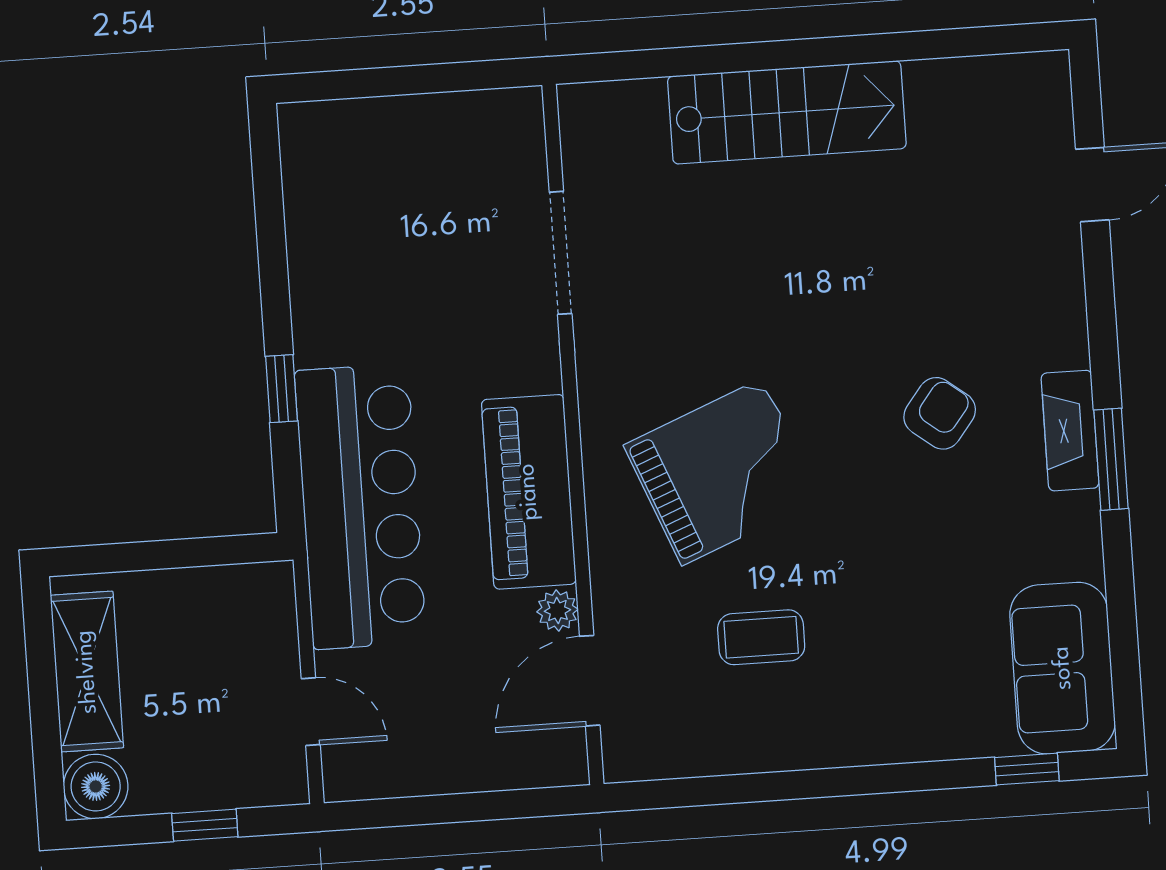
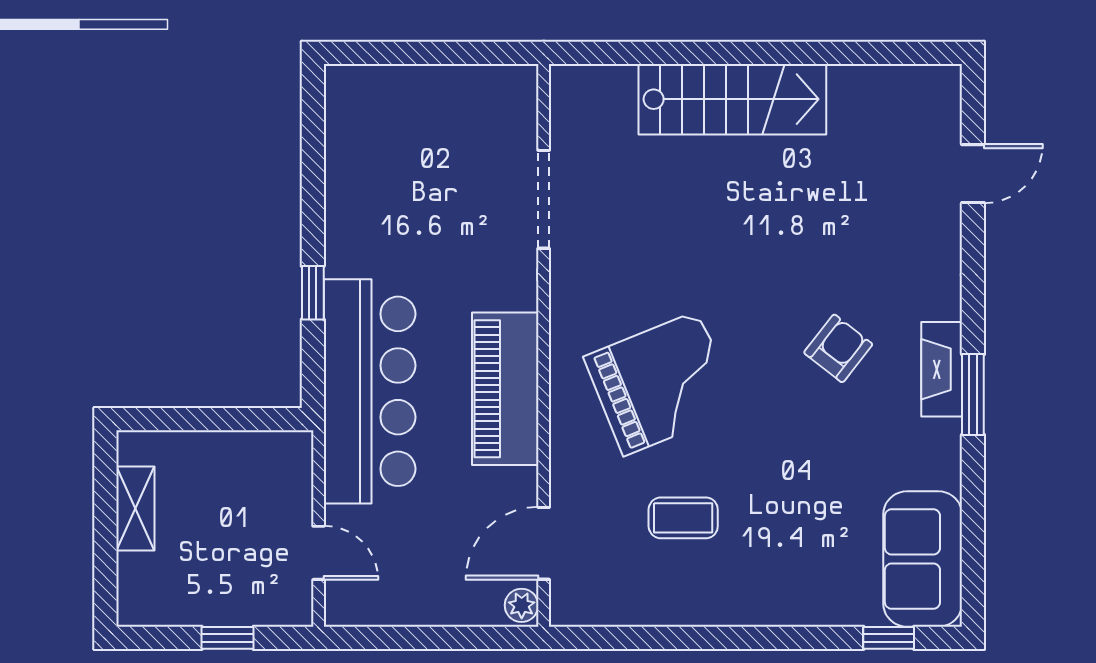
plant: (557, 610) -> (522, 605), moved
shelving: (87, 672) -> (135, 509), width x0.67, depth x0.75
boiler: (96, 786) -> (142, 601), removed

